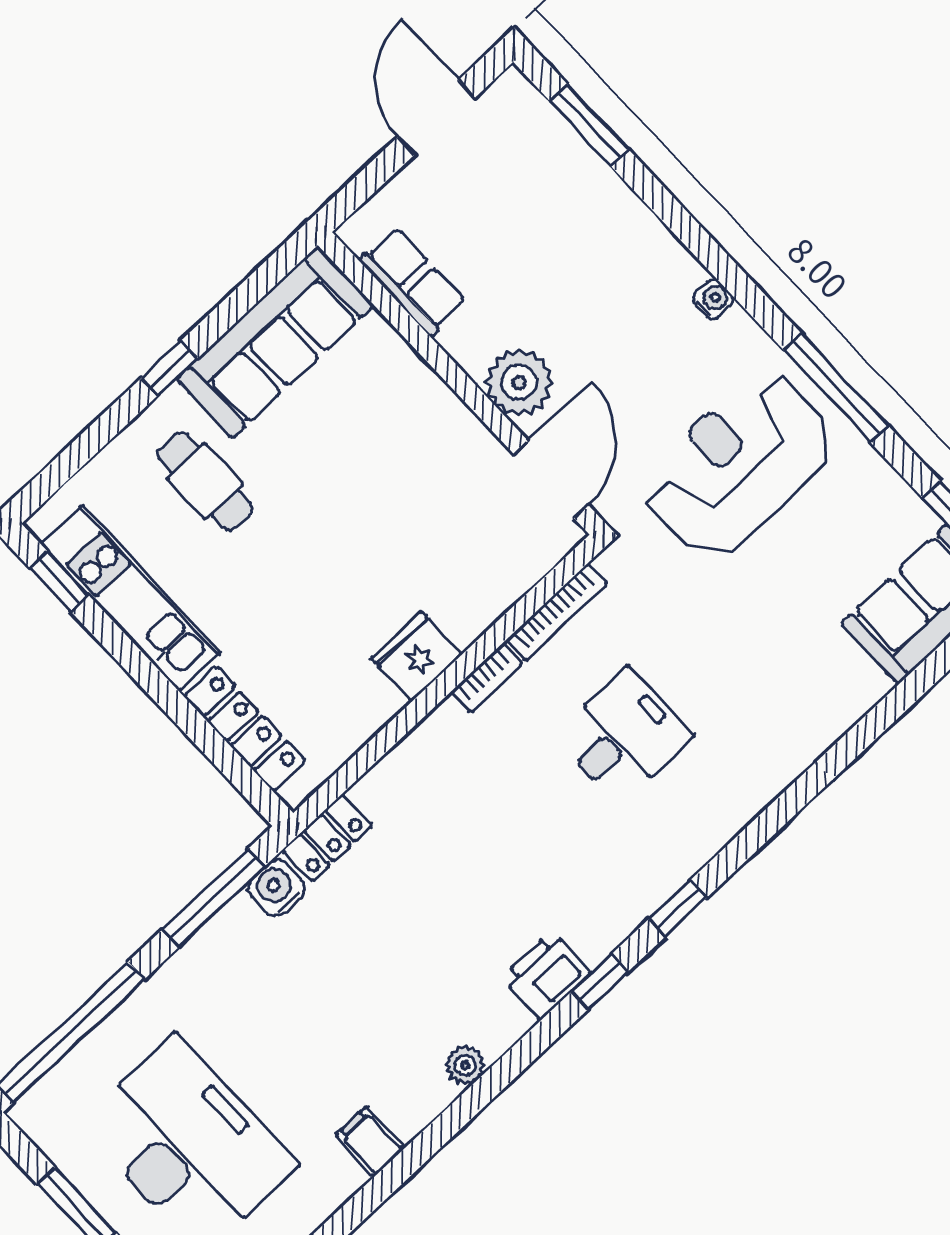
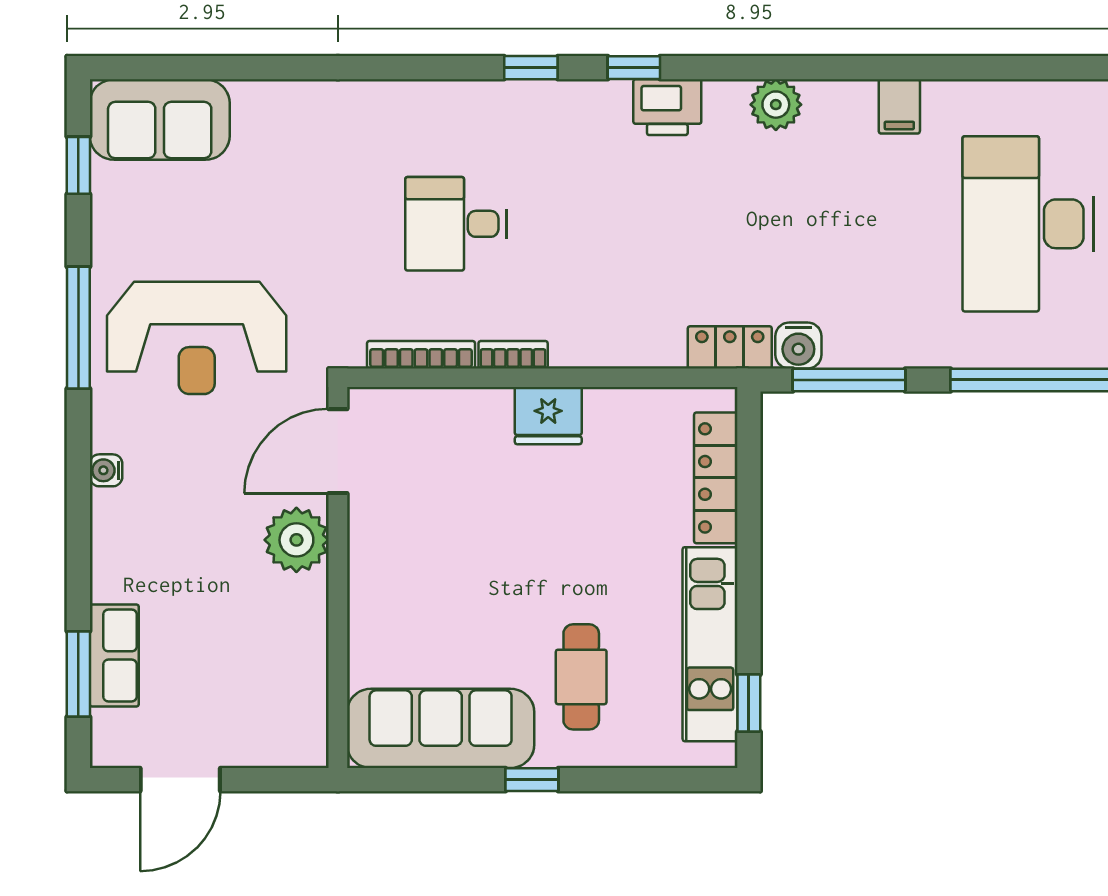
row of seats: (413, 281) -> (114, 655), moved, turned 180
plant: (465, 1065) -> (776, 105), width x1.38, depth x1.38

